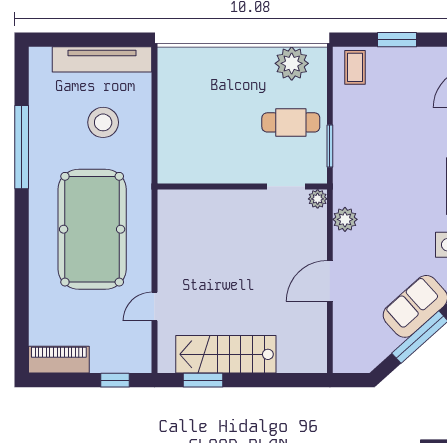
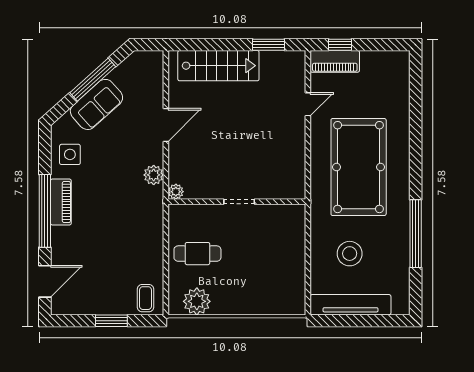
window: (330, 146) -> (166, 235), removed
doorway: (286, 186) -> (239, 202), moved
stairs: (226, 354) -> (218, 66), moved
piano: (59, 360) -> (335, 61), moved

